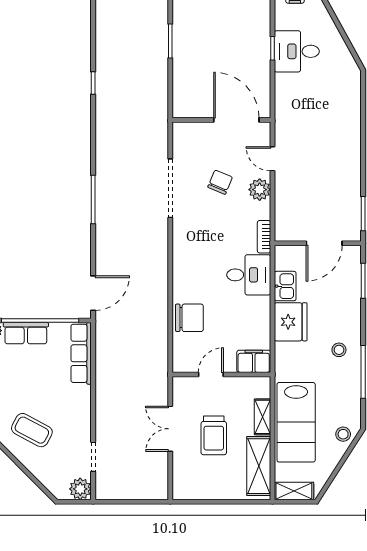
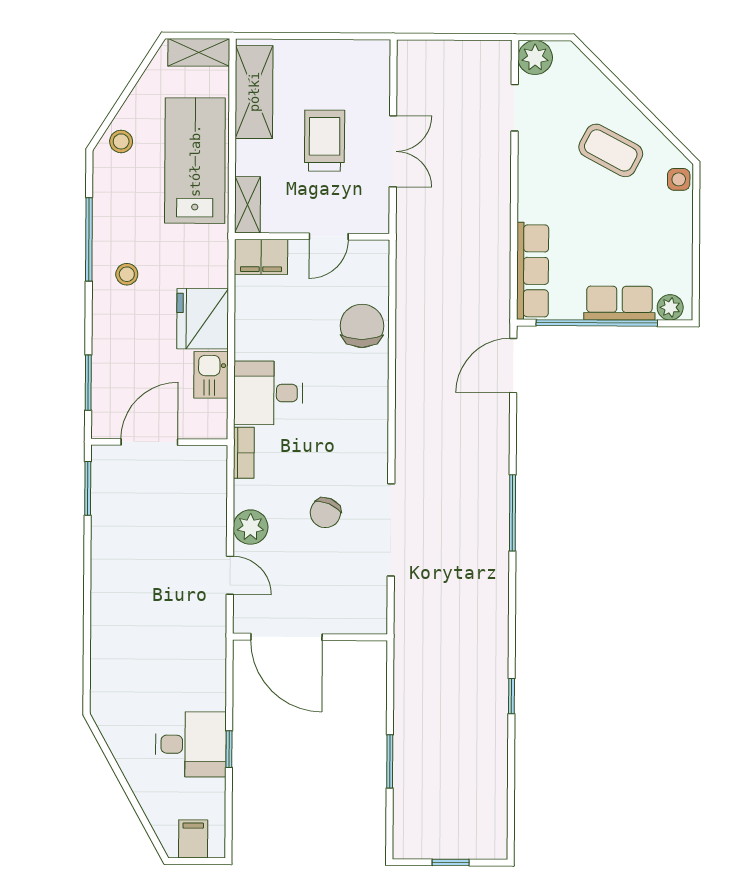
chair: (220, 182) -> (325, 513), moved
chair: (189, 318) -> (362, 326), turned 90
shelving: (262, 417) -> (248, 205), moved

